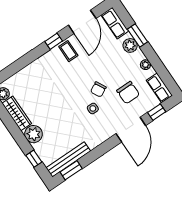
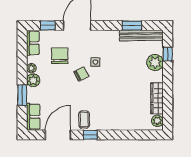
plant: (130, 45) -> (33, 80), moved
plant: (34, 134) -> (155, 62), moved
window: (71, 170) -> (132, 25), moved

